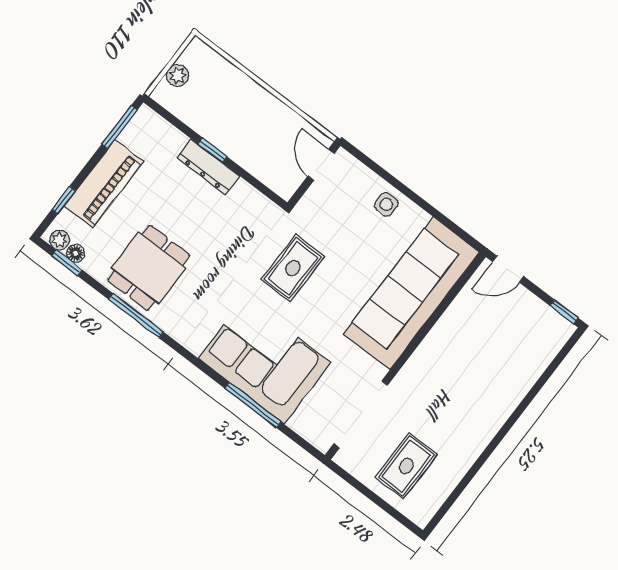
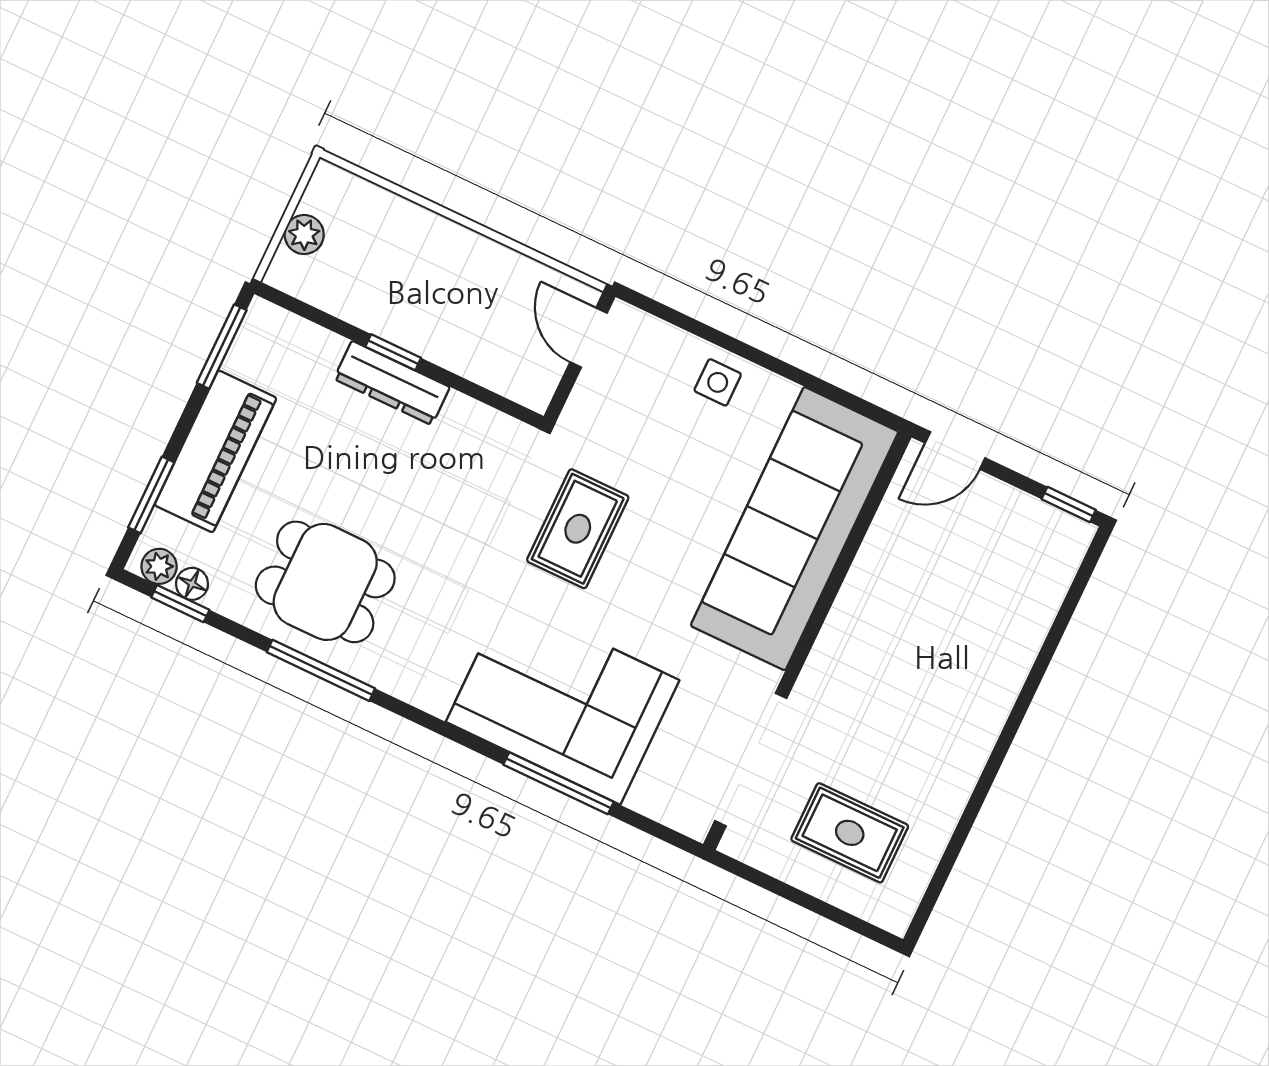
window: (64, 200) -> (151, 495), width x1.50
dining table: (149, 268) -> (325, 582), turned 90
rug: (406, 466) -> (850, 833), turned 90

